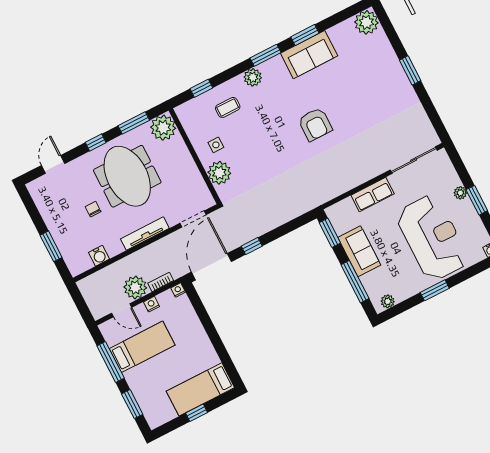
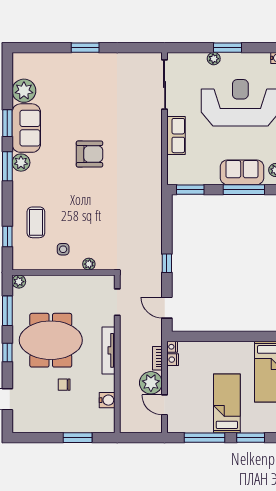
plant: (366, 22) -> (24, 91), moved
plant: (253, 77) -> (21, 163), moved
coffee table: (228, 107) -> (36, 222), width x1.36, depth x1.30
plant: (163, 128) -> (19, 282), width x0.53, depth x0.53
plant: (219, 173) -> (89, 264), width x0.53, depth x0.53
sofa: (359, 251) -> (242, 172), moved
door: (211, 267) -> (167, 308), width x0.53
nightstand: (151, 304) -> (173, 360), moved
door: (122, 310) -> (165, 405), swing flipped
bed: (142, 347) -> (227, 403), moved

